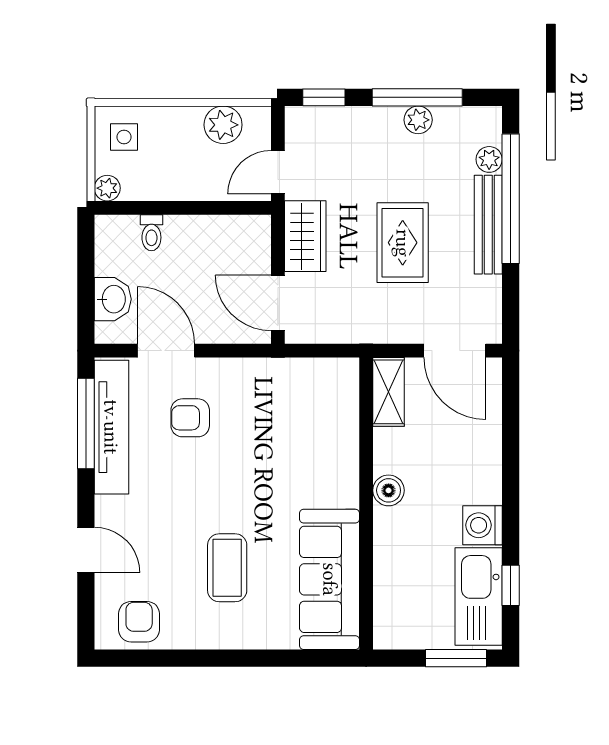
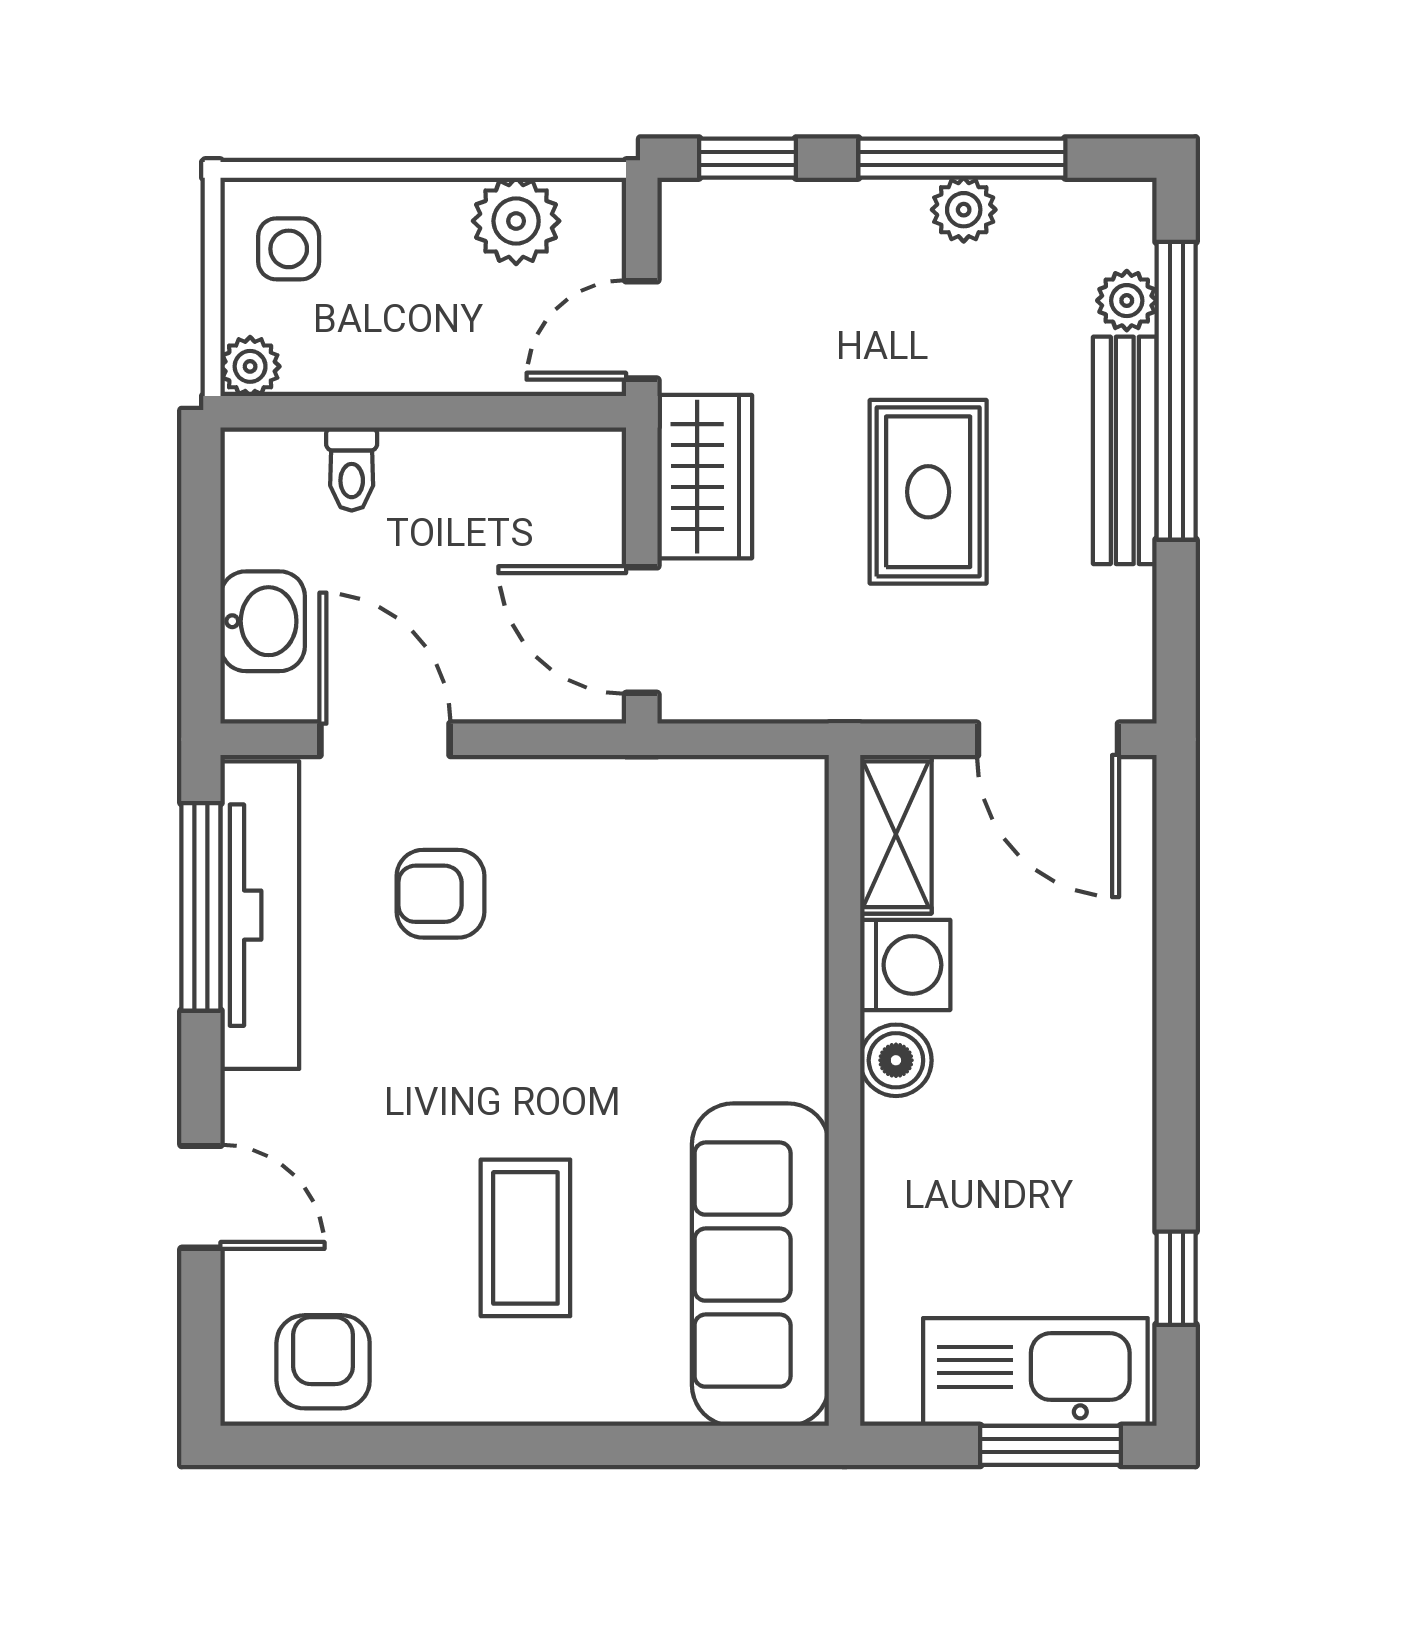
washing machine: (482, 525) -> (905, 965), moved, turned 180
kitchen sink: (479, 597) -> (1035, 1372), moved, turned 90

